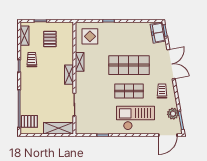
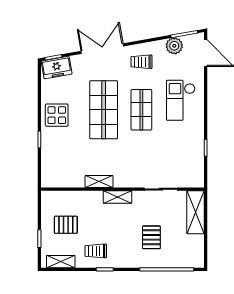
display table: (90, 36) -> (57, 115), moved
checkout: (135, 118) -> (181, 100), width x0.73, depth x0.83
pallet: (29, 121) -> (151, 237), moved

